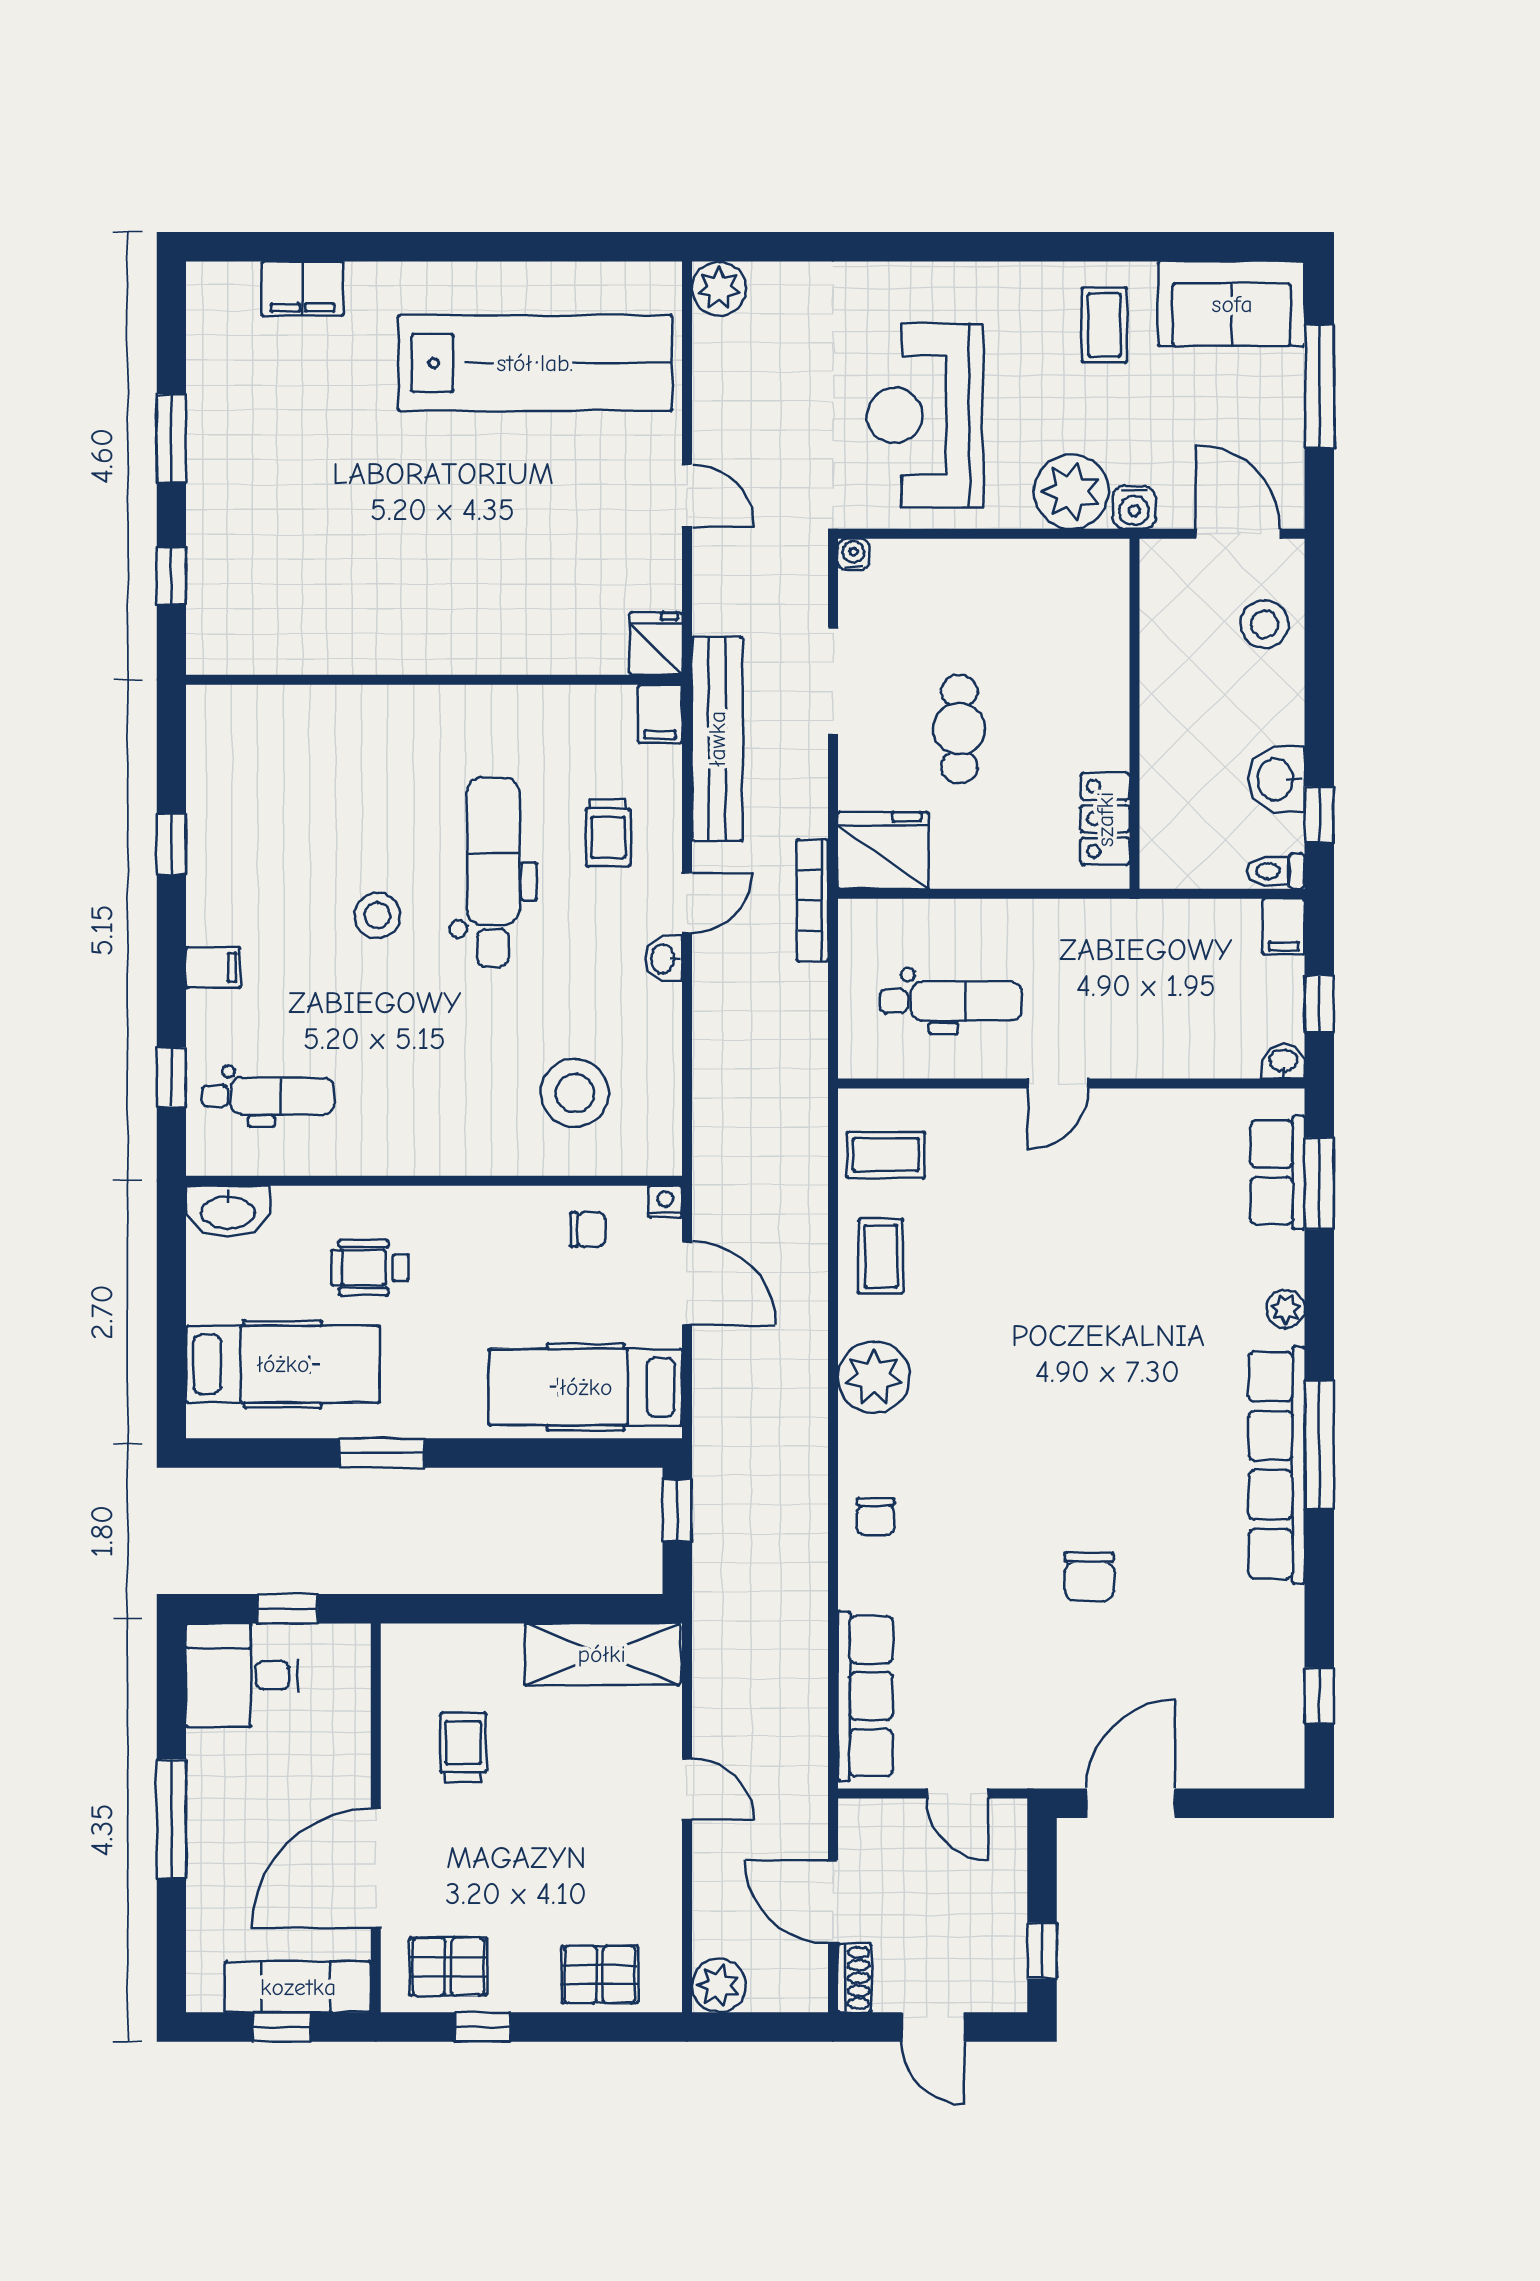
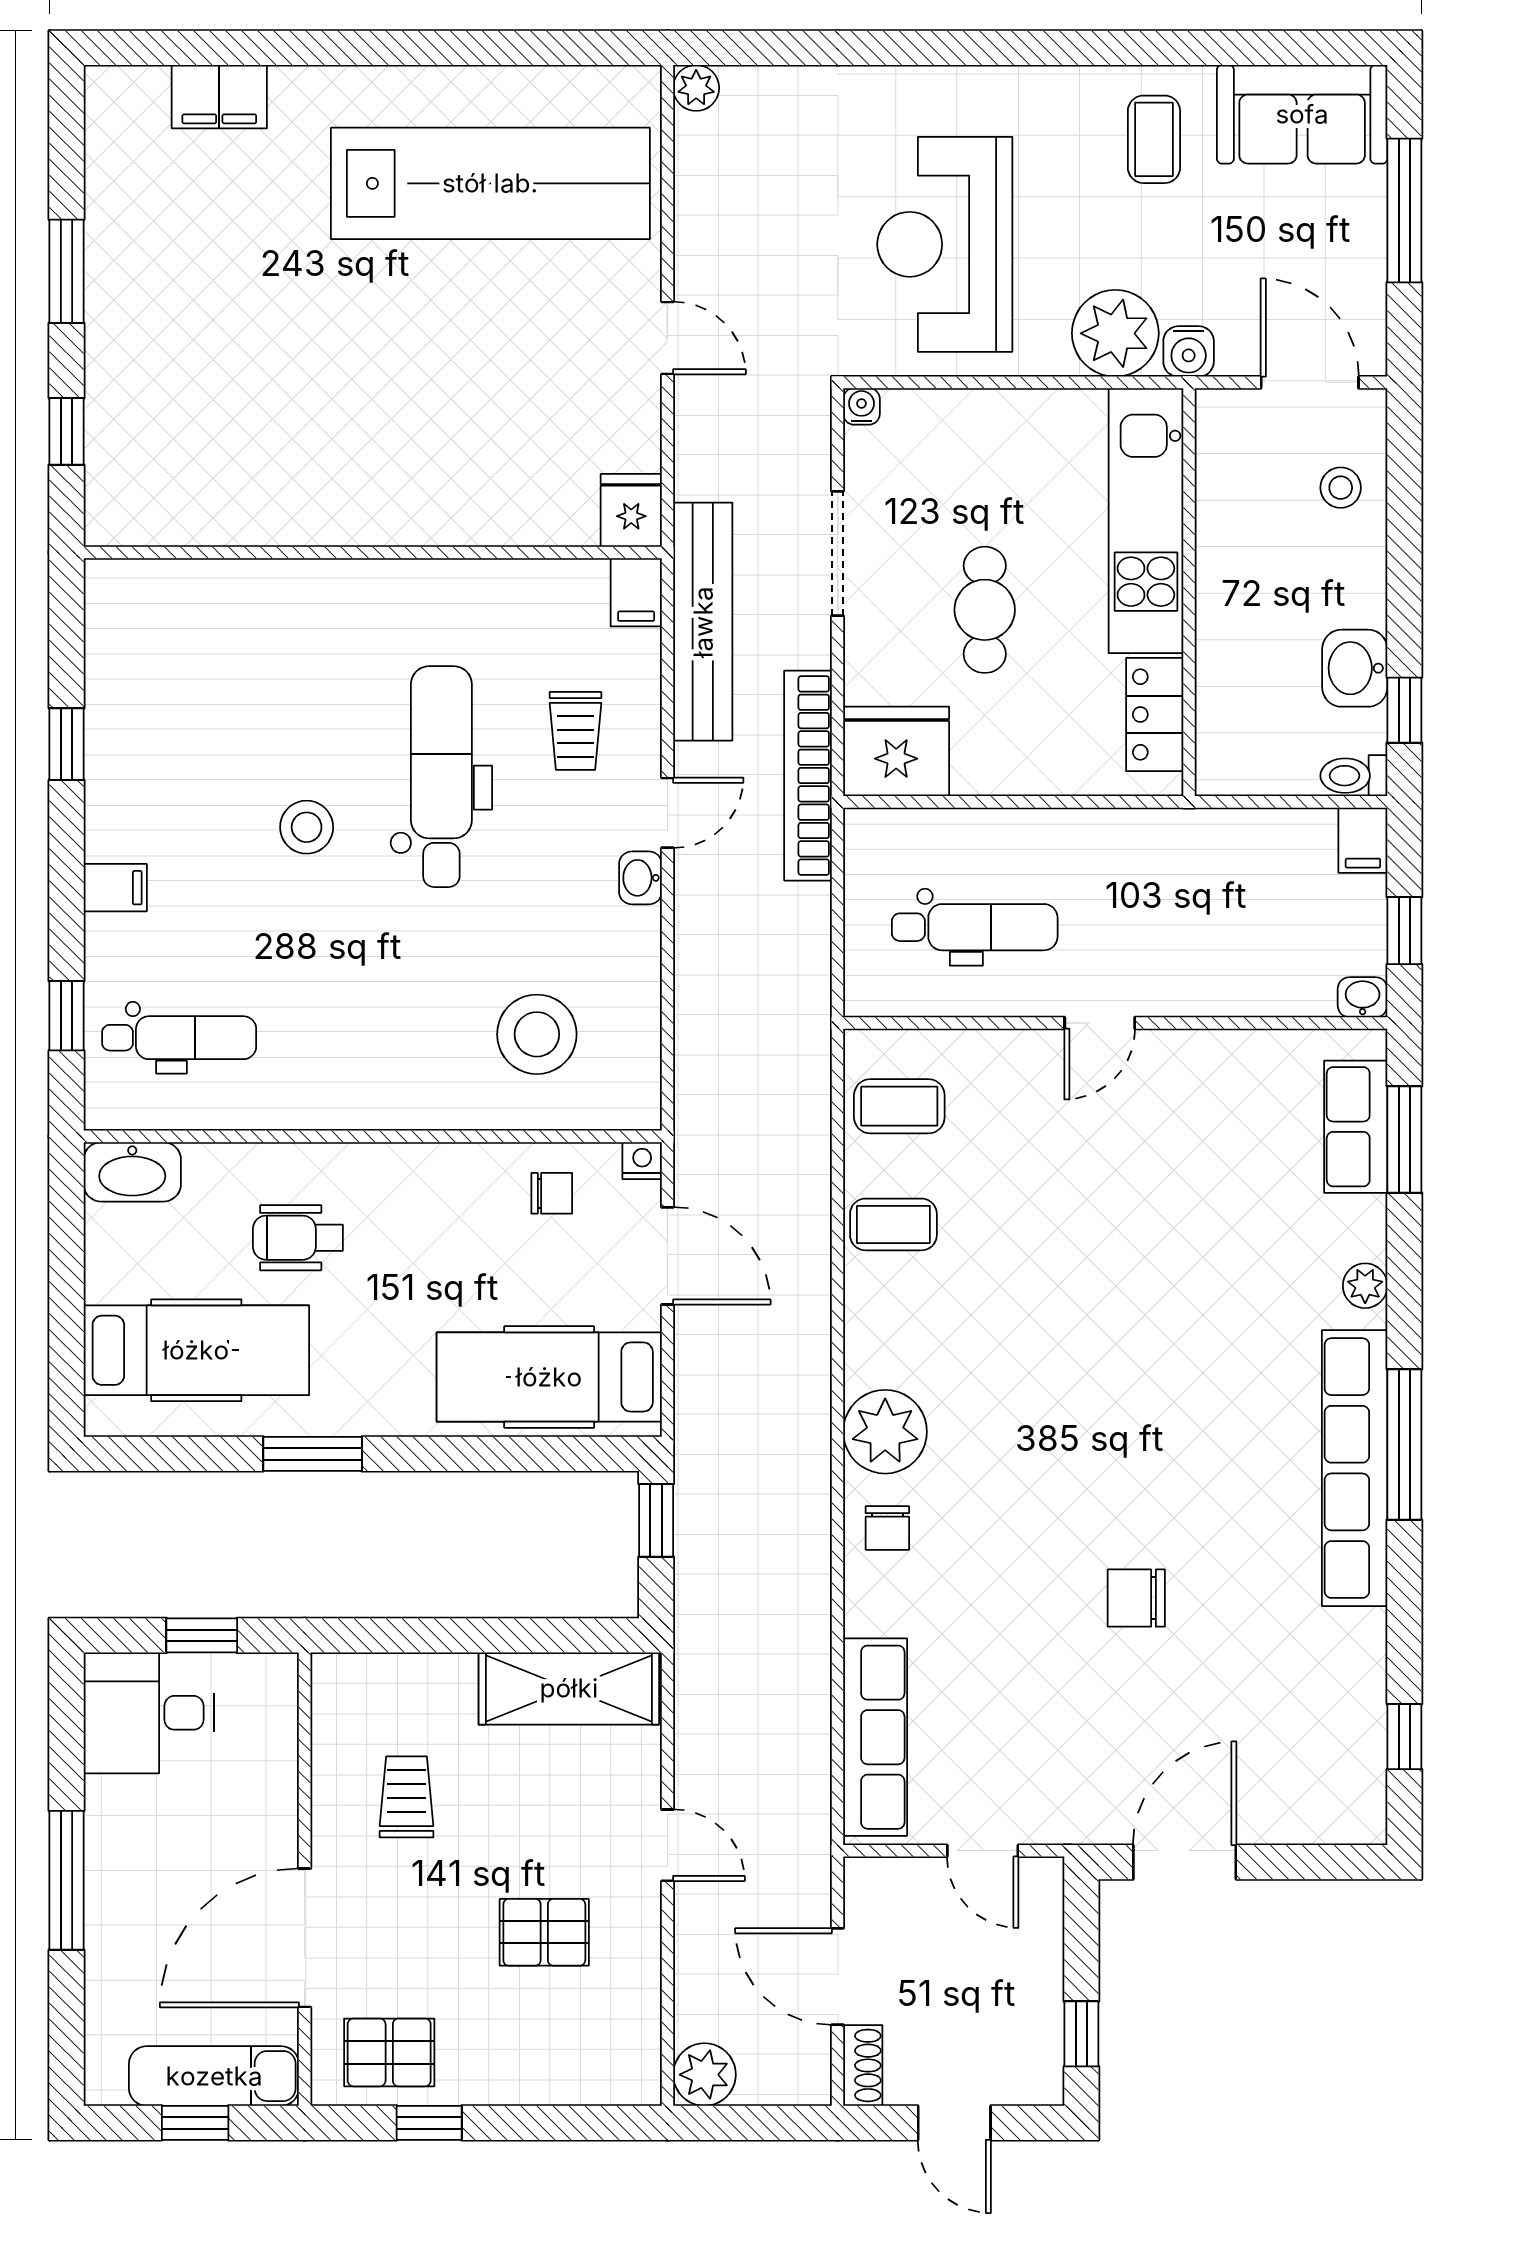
plant: (719, 289) -> (696, 88), width x0.73, depth x0.73
stool: (1265, 624) -> (1341, 488), width x0.73, depth x0.73
kitchen unit: (1098, 652) -> (1146, 521), added
bookcase: (812, 900) -> (808, 776), width x1.48, depth x1.31
coffee table: (881, 1256) -> (893, 1224), turned 90
plant: (874, 1377) -> (885, 1432), moved
chair: (1089, 1577) -> (1136, 1598), turned 90
pallet: (600, 1974) -> (544, 1932), moved

